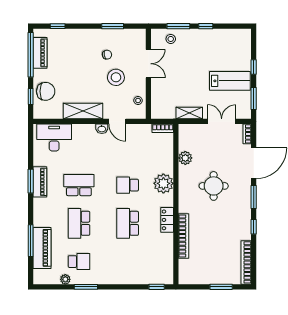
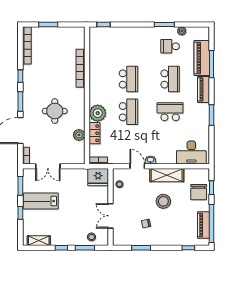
stool: (116, 77) -> (163, 201), moved
chair: (46, 91) -> (199, 192), turned -90
fridge: (163, 109) -> (98, 177), added
shelving: (189, 113) -> (39, 241), moved
piano: (40, 182) -> (204, 89), moved
school desk: (79, 185) -> (170, 112), turned 180
school desk: (128, 185) -> (128, 112), width x1.85
locker: (167, 220) -> (95, 133), moved

